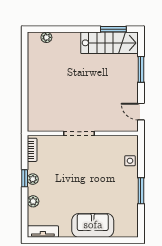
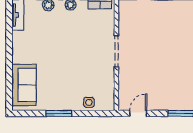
sofa: (93, 225) -> (24, 85), moved

